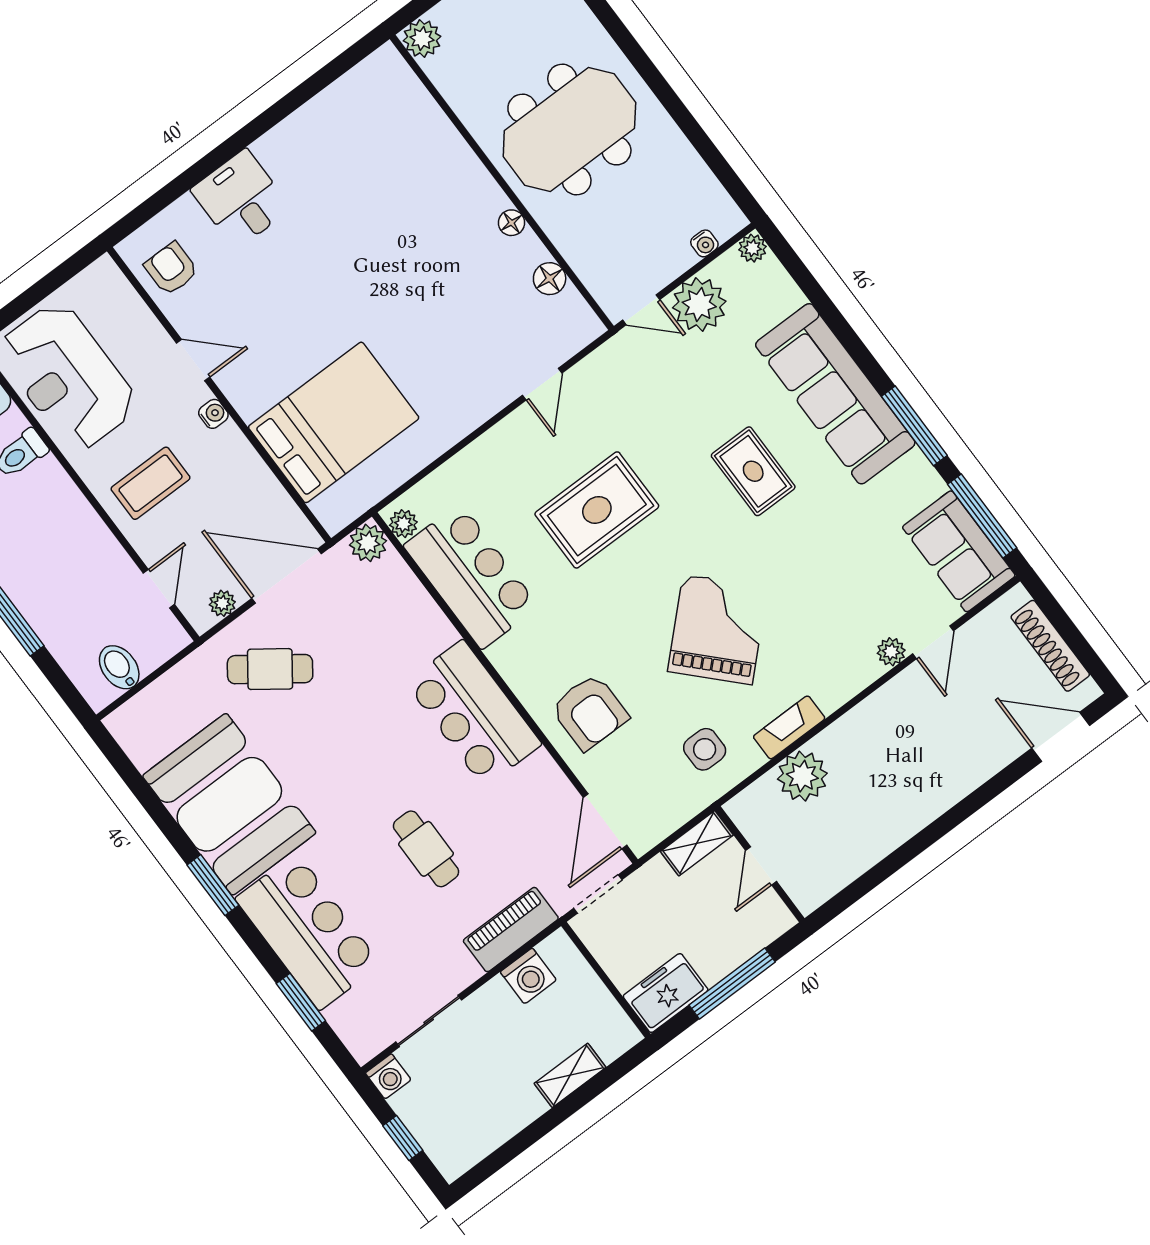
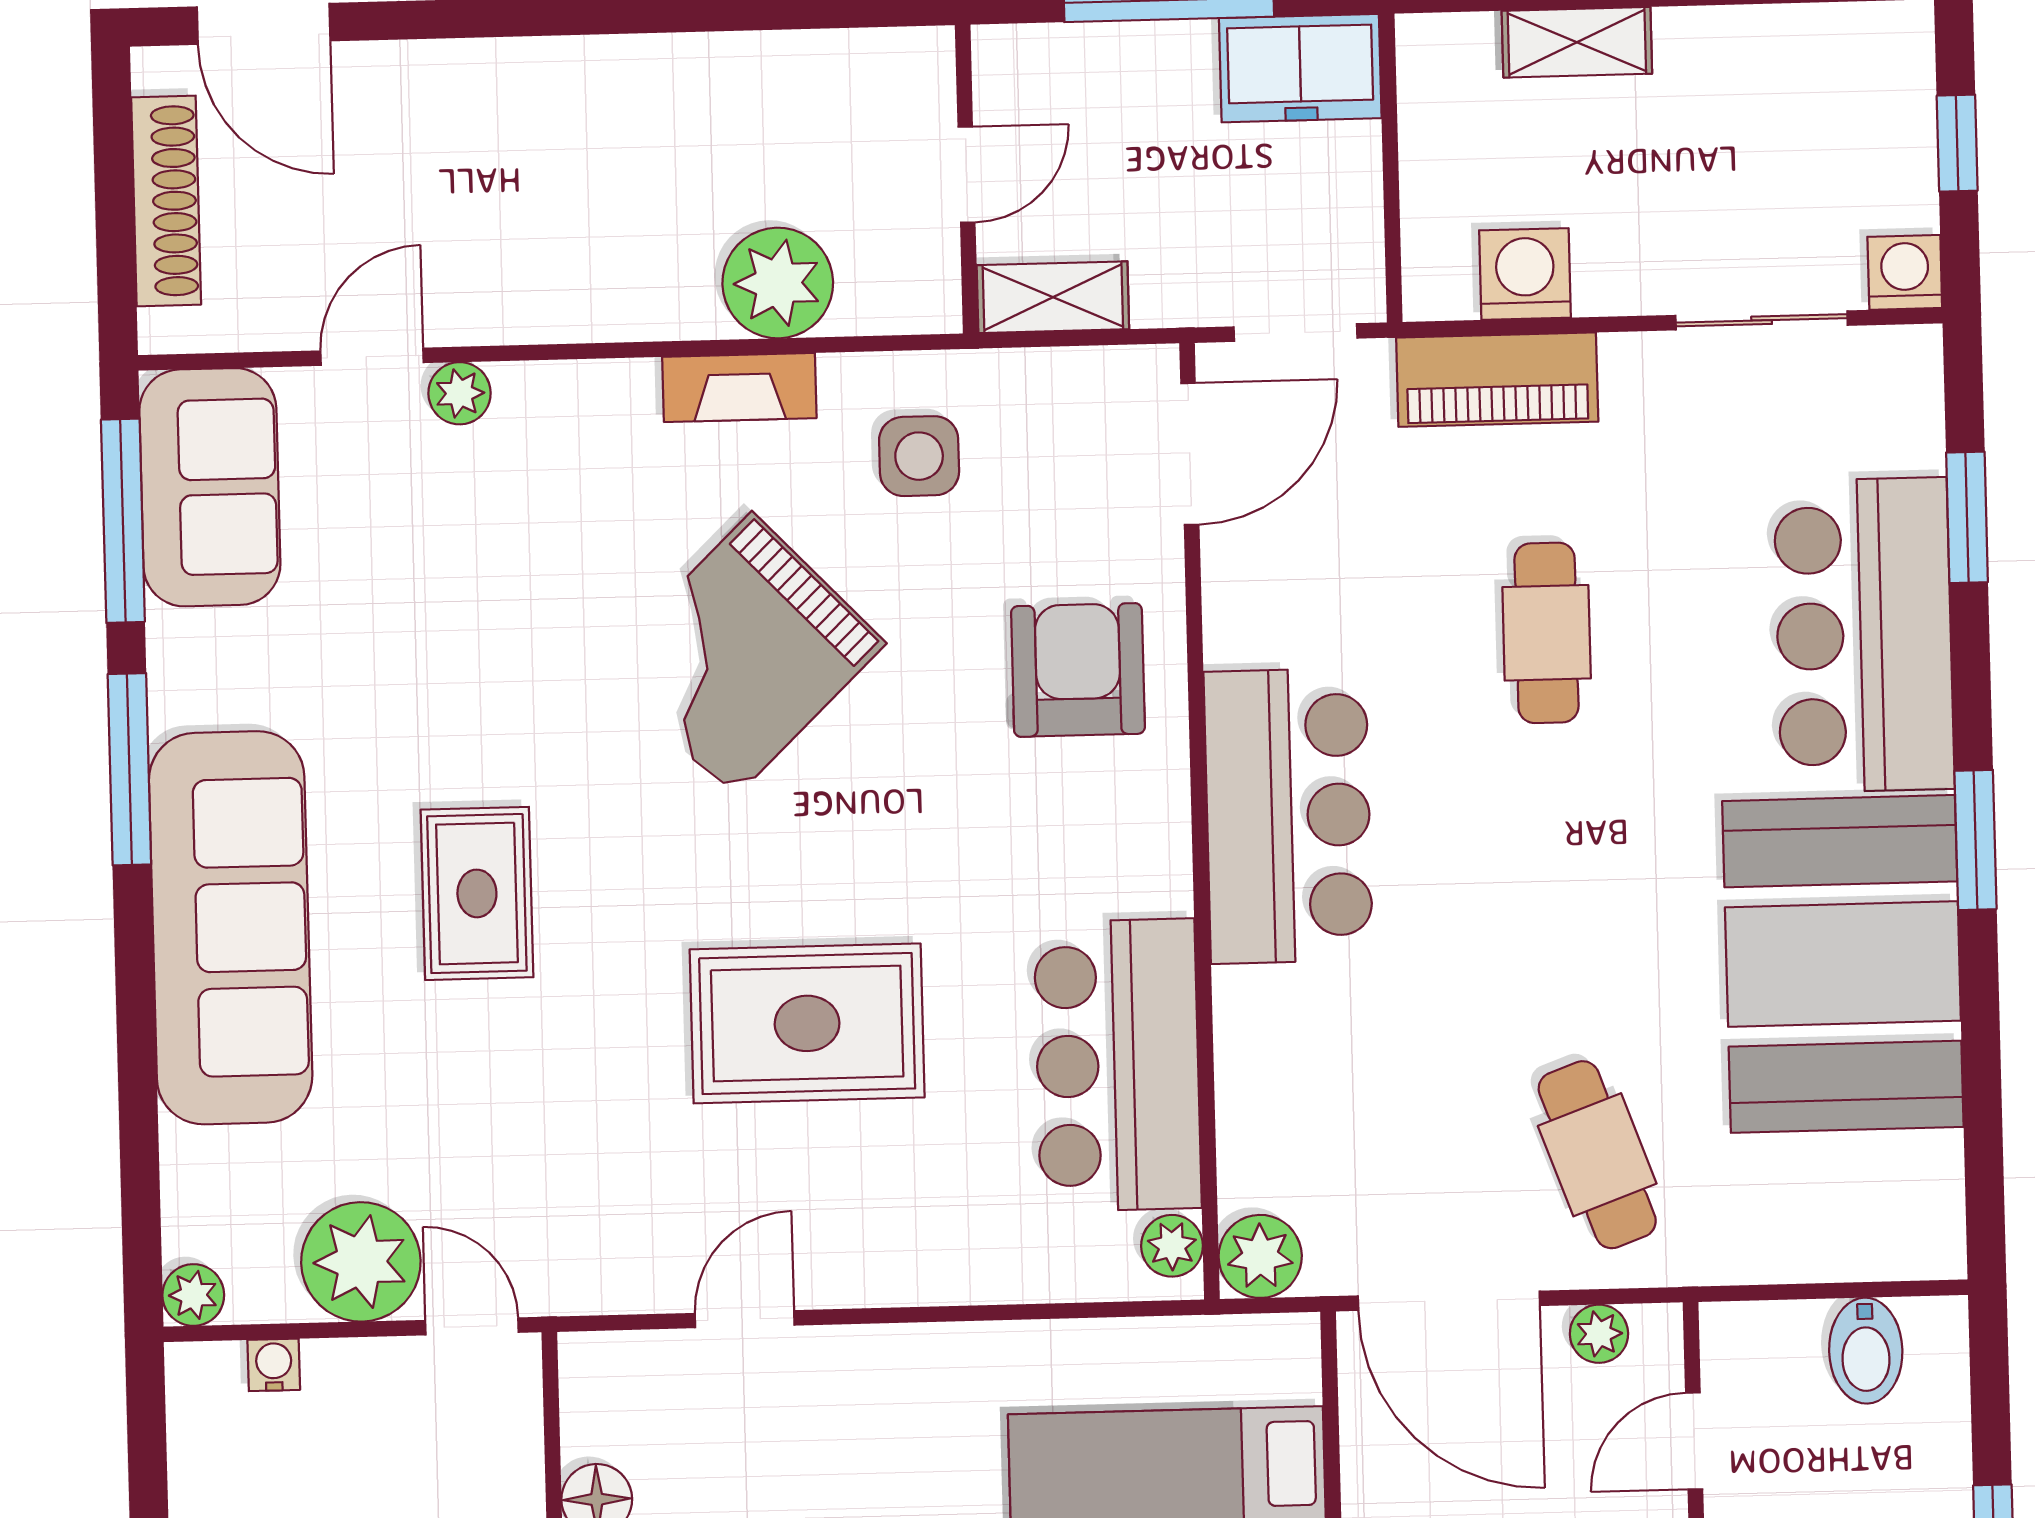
cafe table: (270, 669) -> (1597, 1155), turned 34

